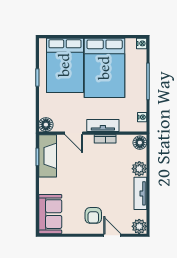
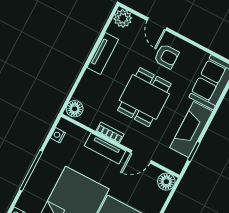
door: (74, 133) -> (141, 157), swing flipped
fireplace: (48, 156) -> (191, 129), moved
plant: (139, 169) -> (90, 81), removed
dining table: (94, 178) -> (144, 97), added
armchair: (93, 215) -> (166, 56), turned 90

